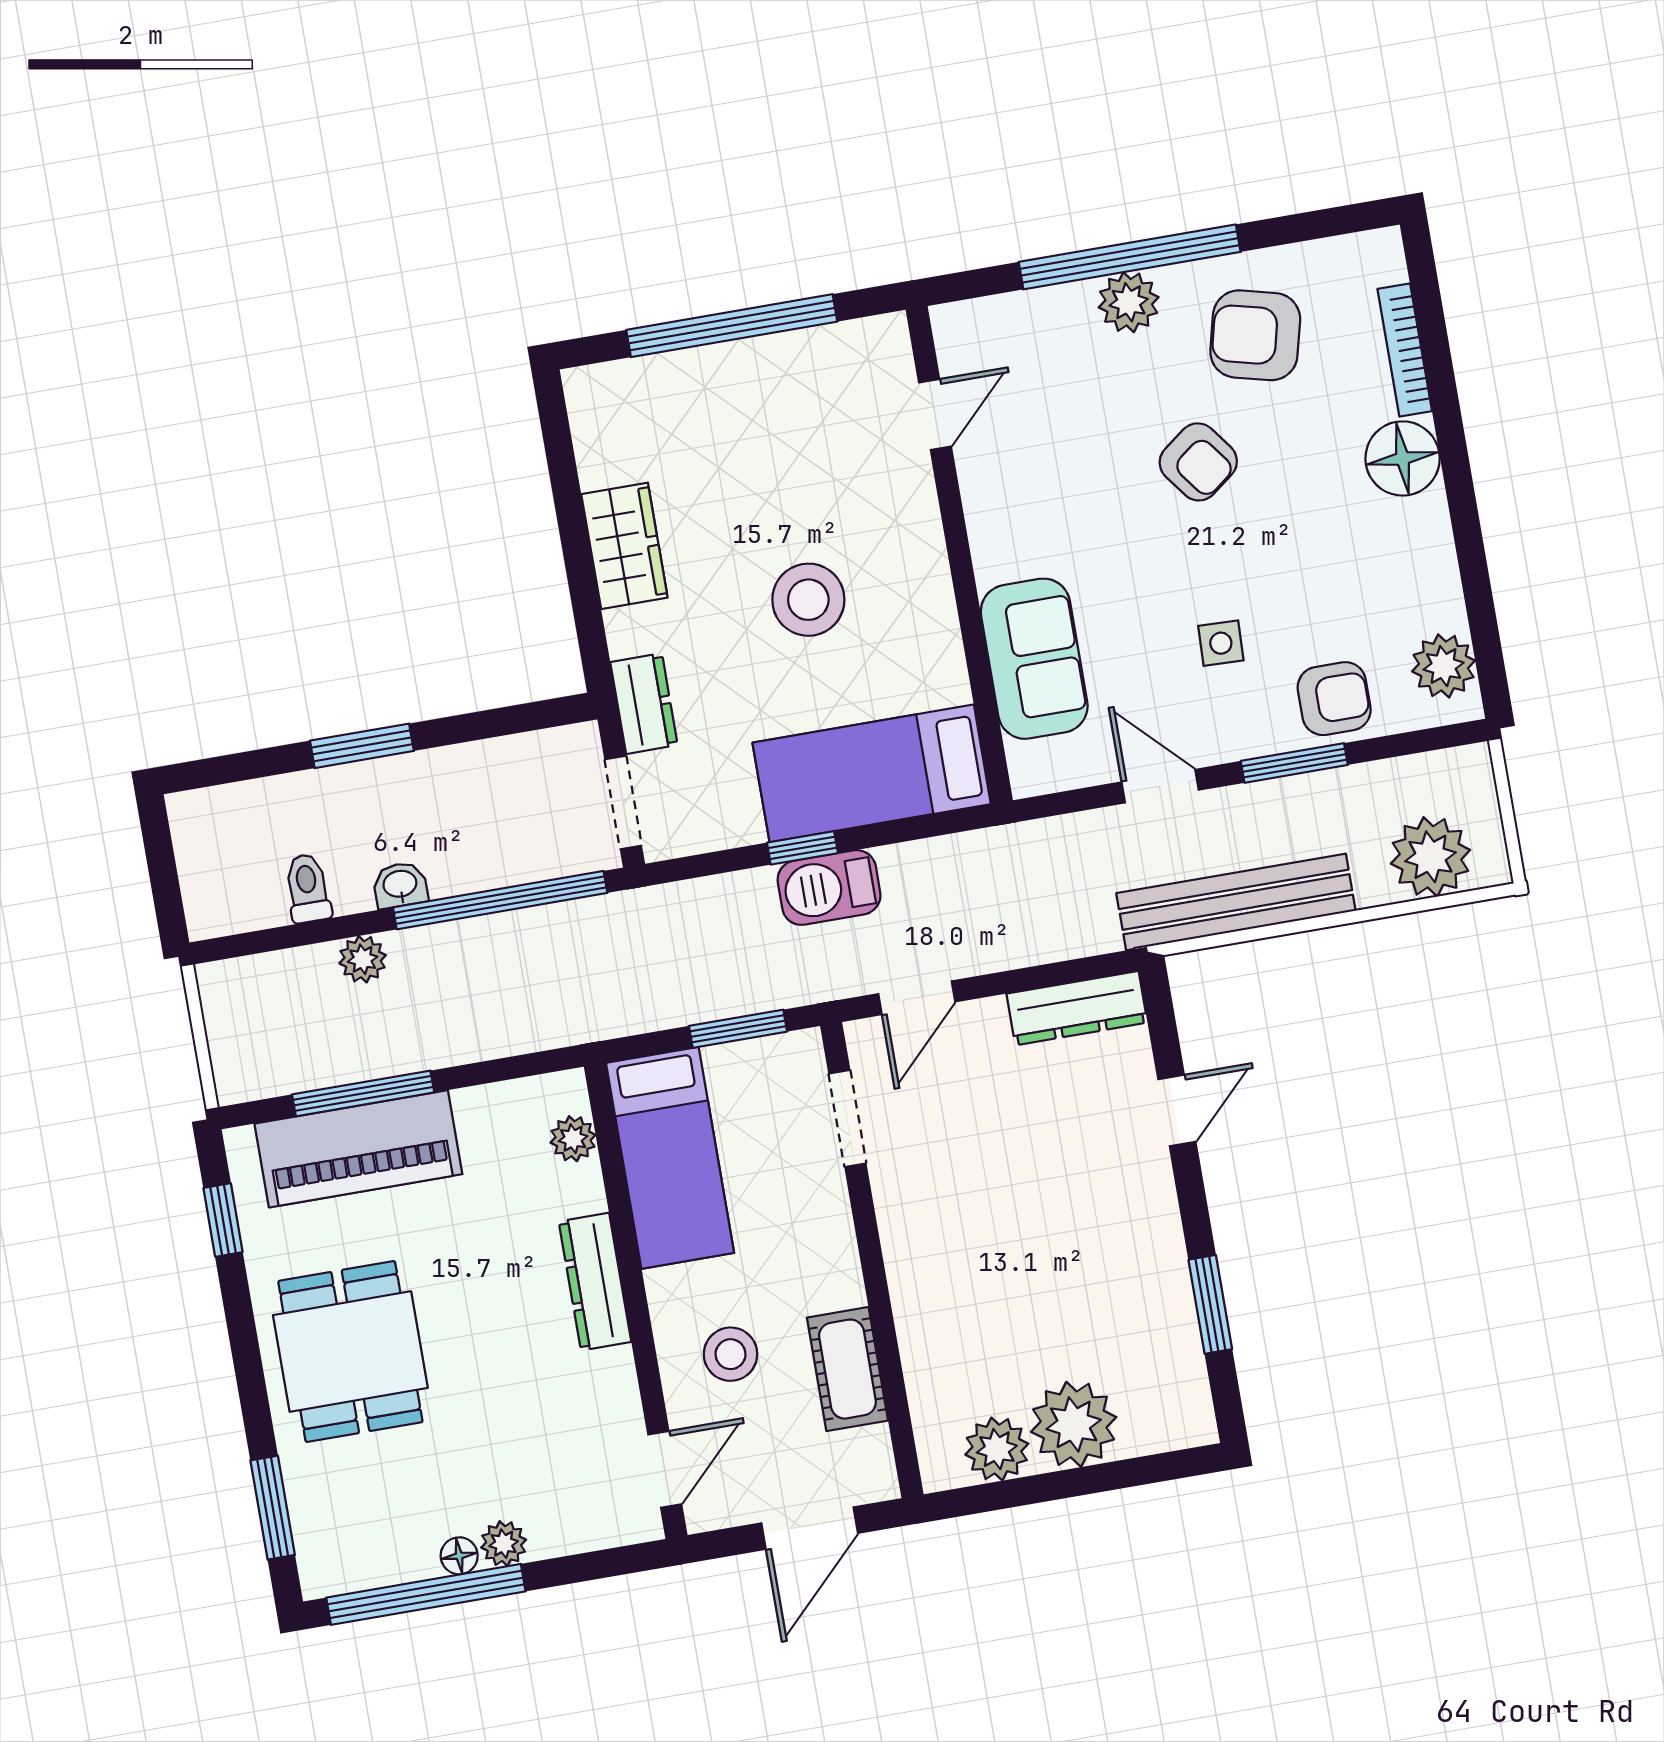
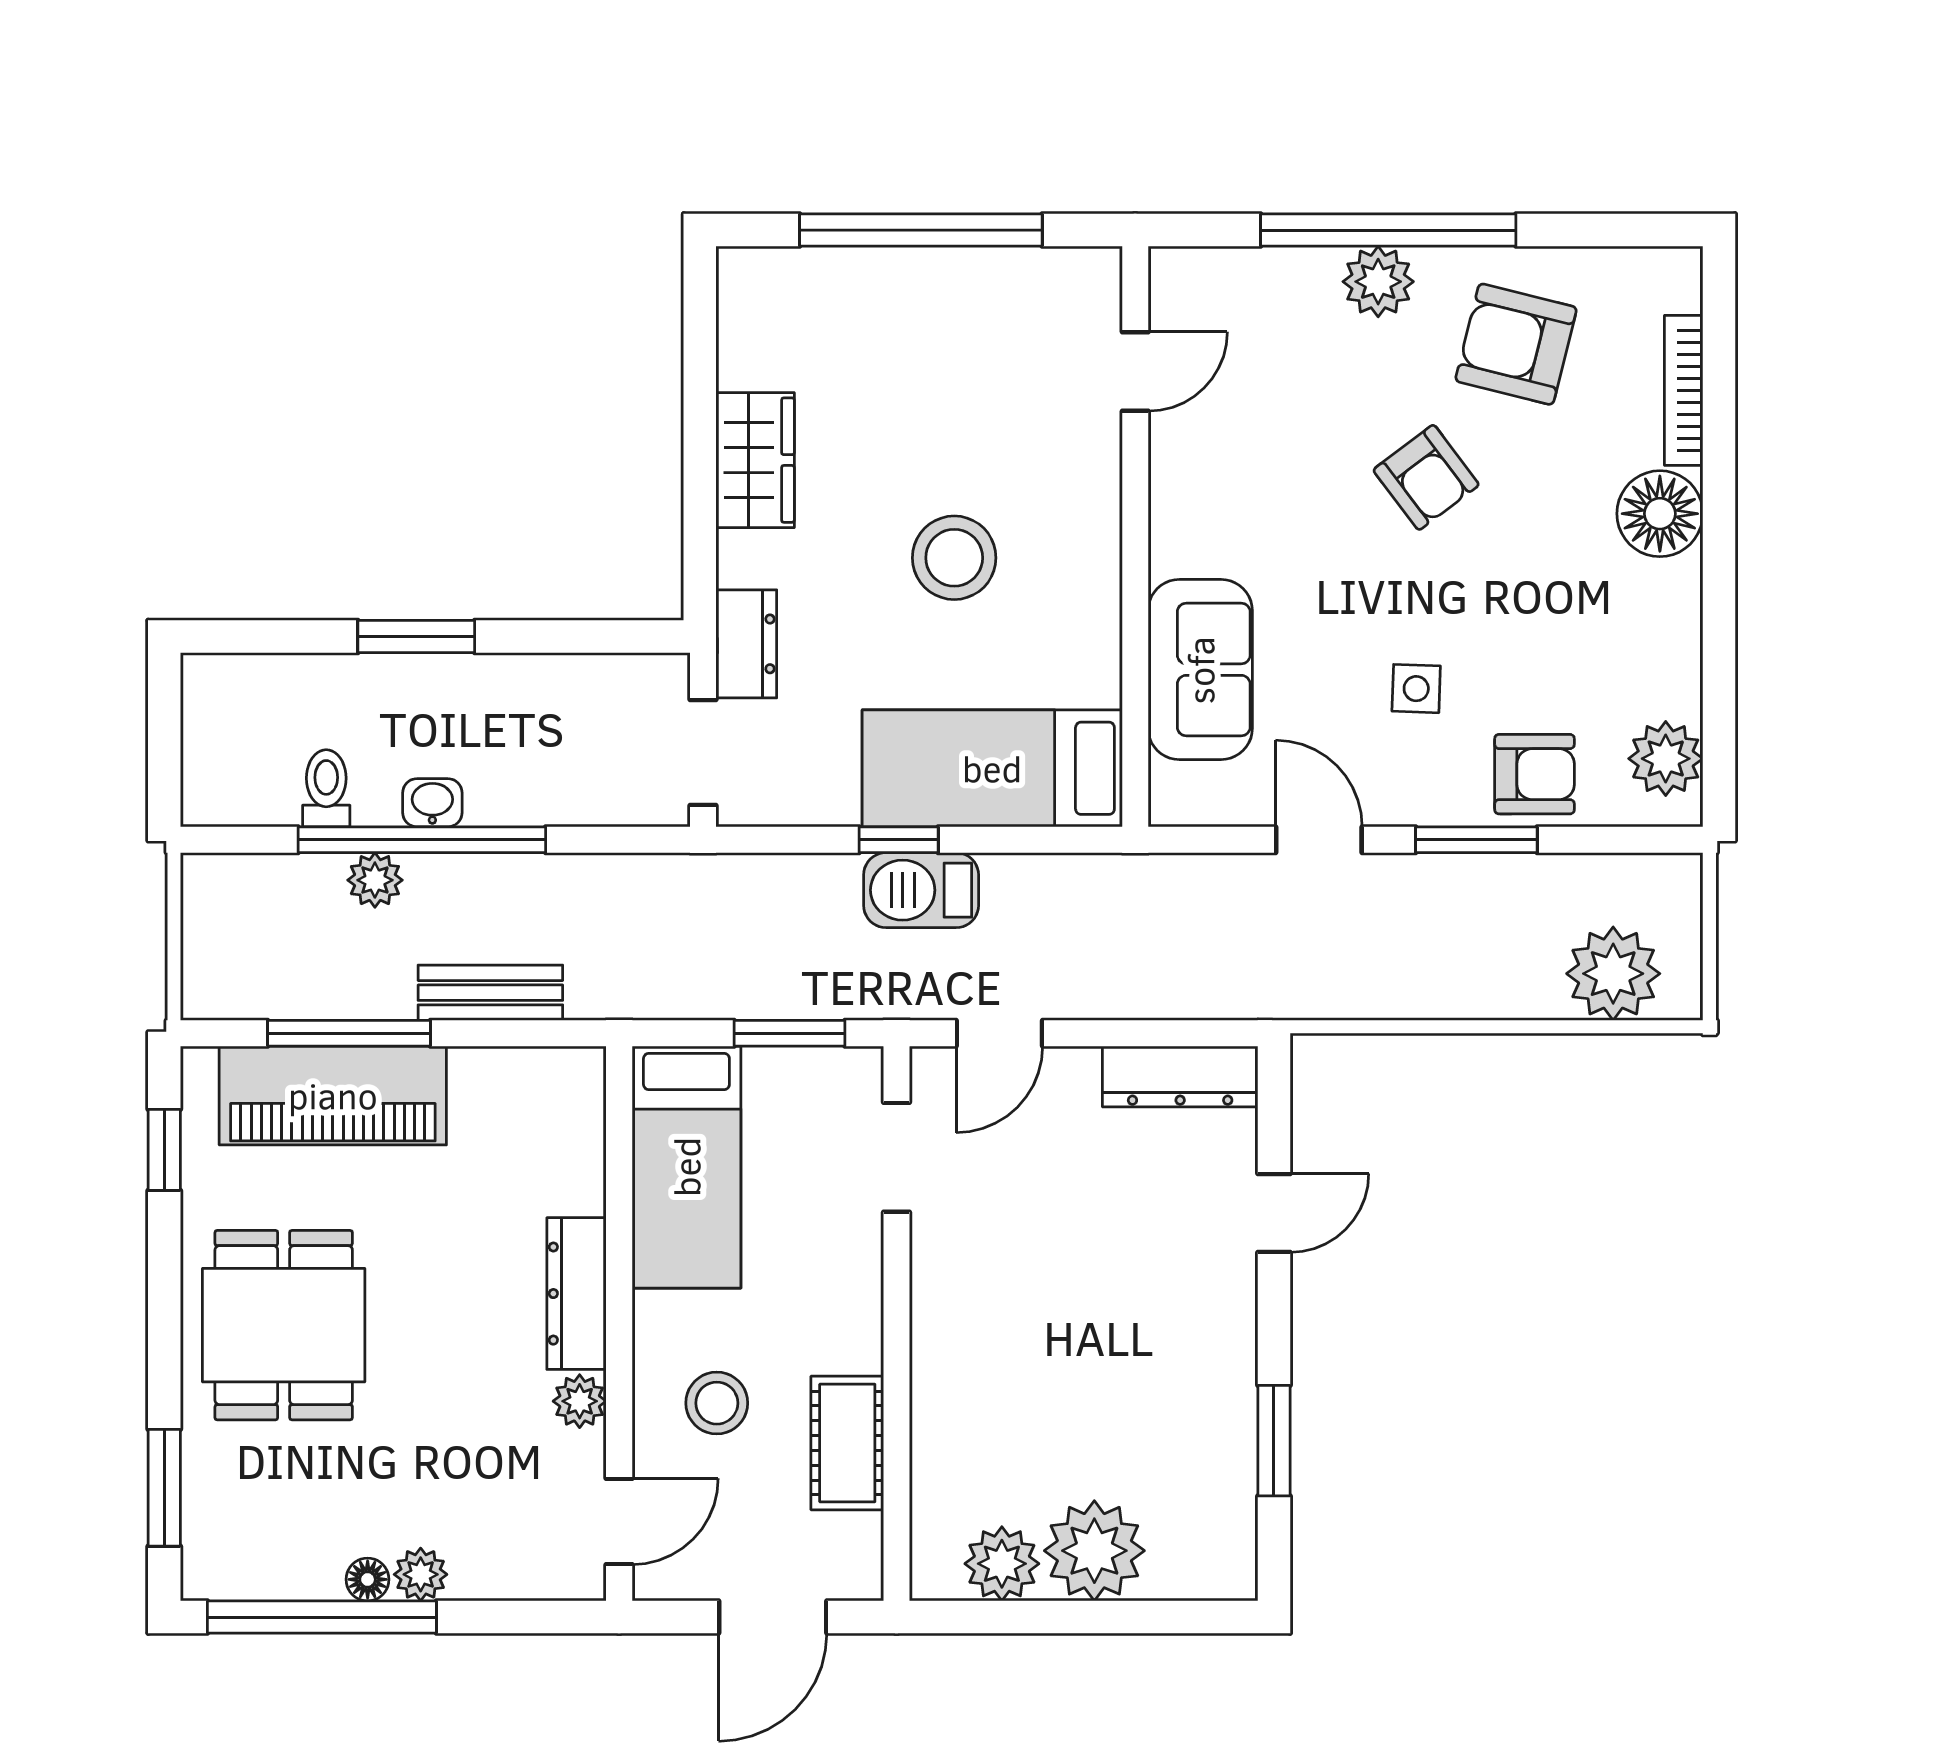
window: (500, 900) -> (422, 840), moved
bench: (1236, 902) -> (490, 993), moved, width x0.54, depth x0.82
plant: (573, 1139) -> (580, 1401), moved

